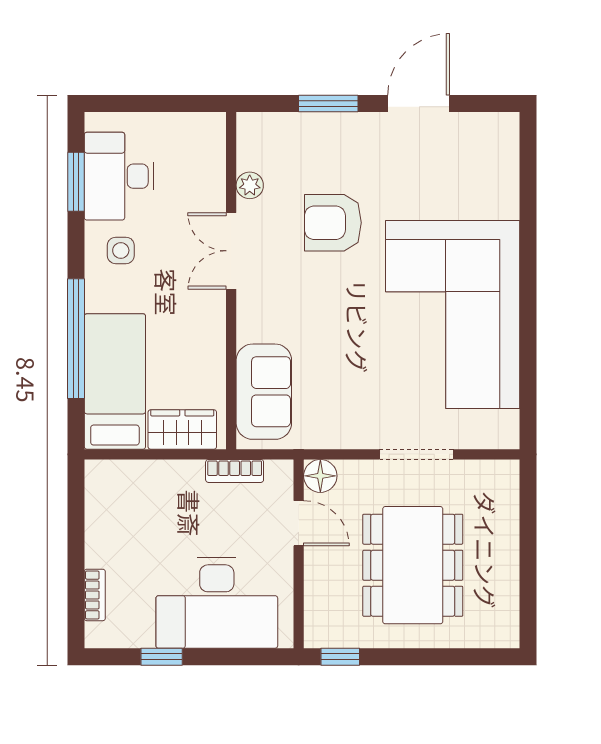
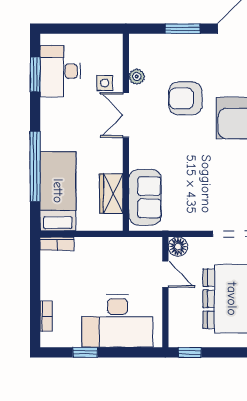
side table: (121, 250) -> (105, 83), moved
wardrobe: (182, 429) -> (111, 193), moved, turned -90
bookcase: (235, 471) -> (57, 244), moved

